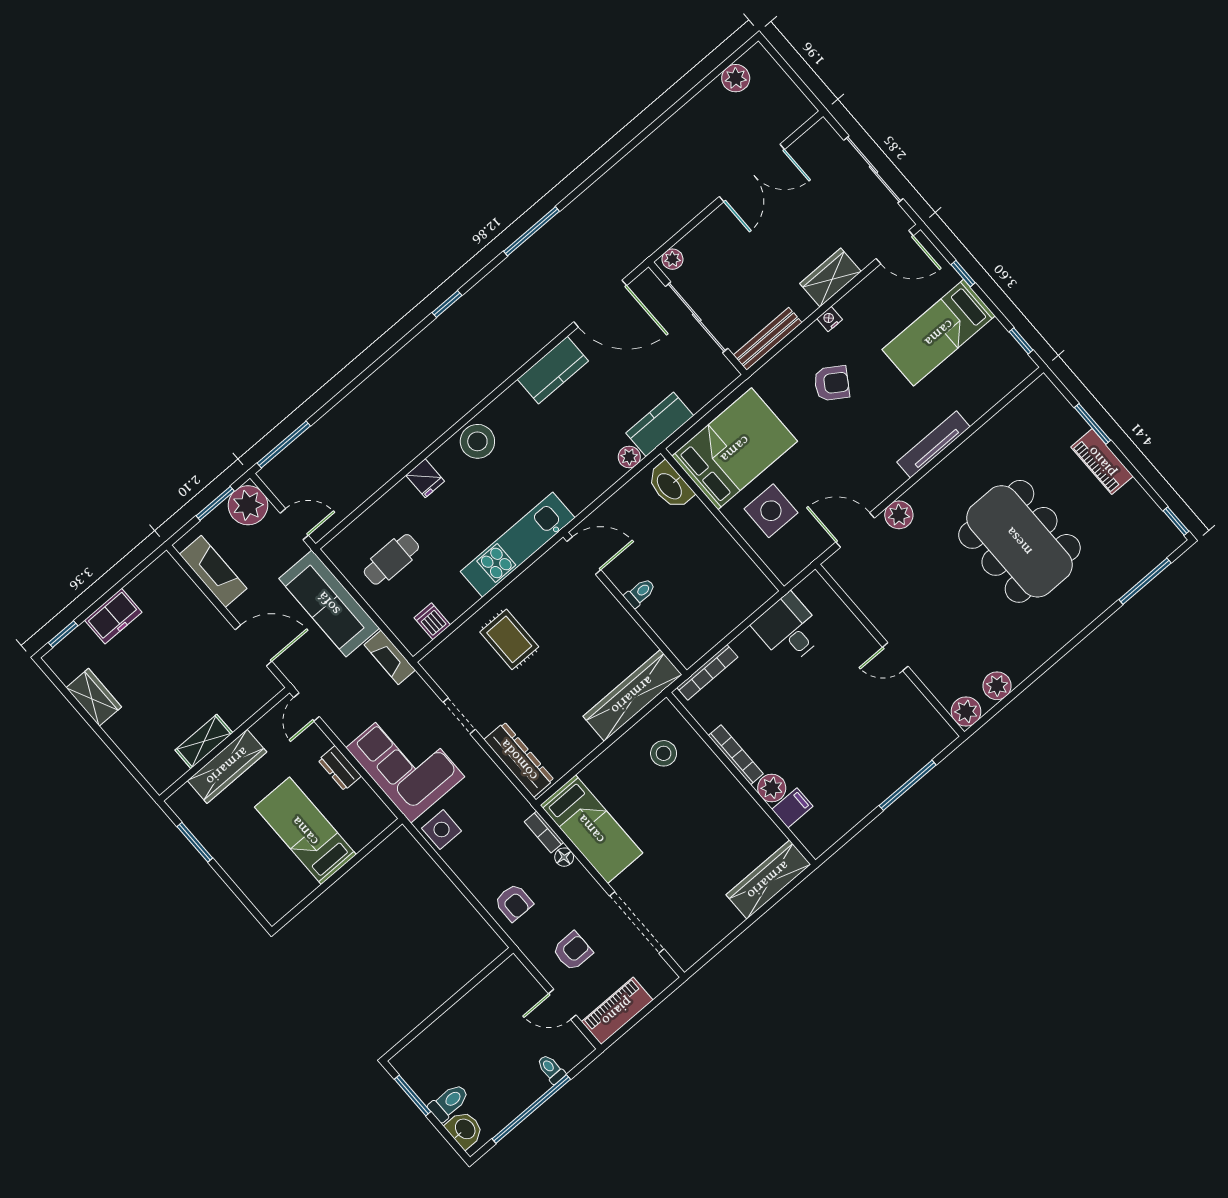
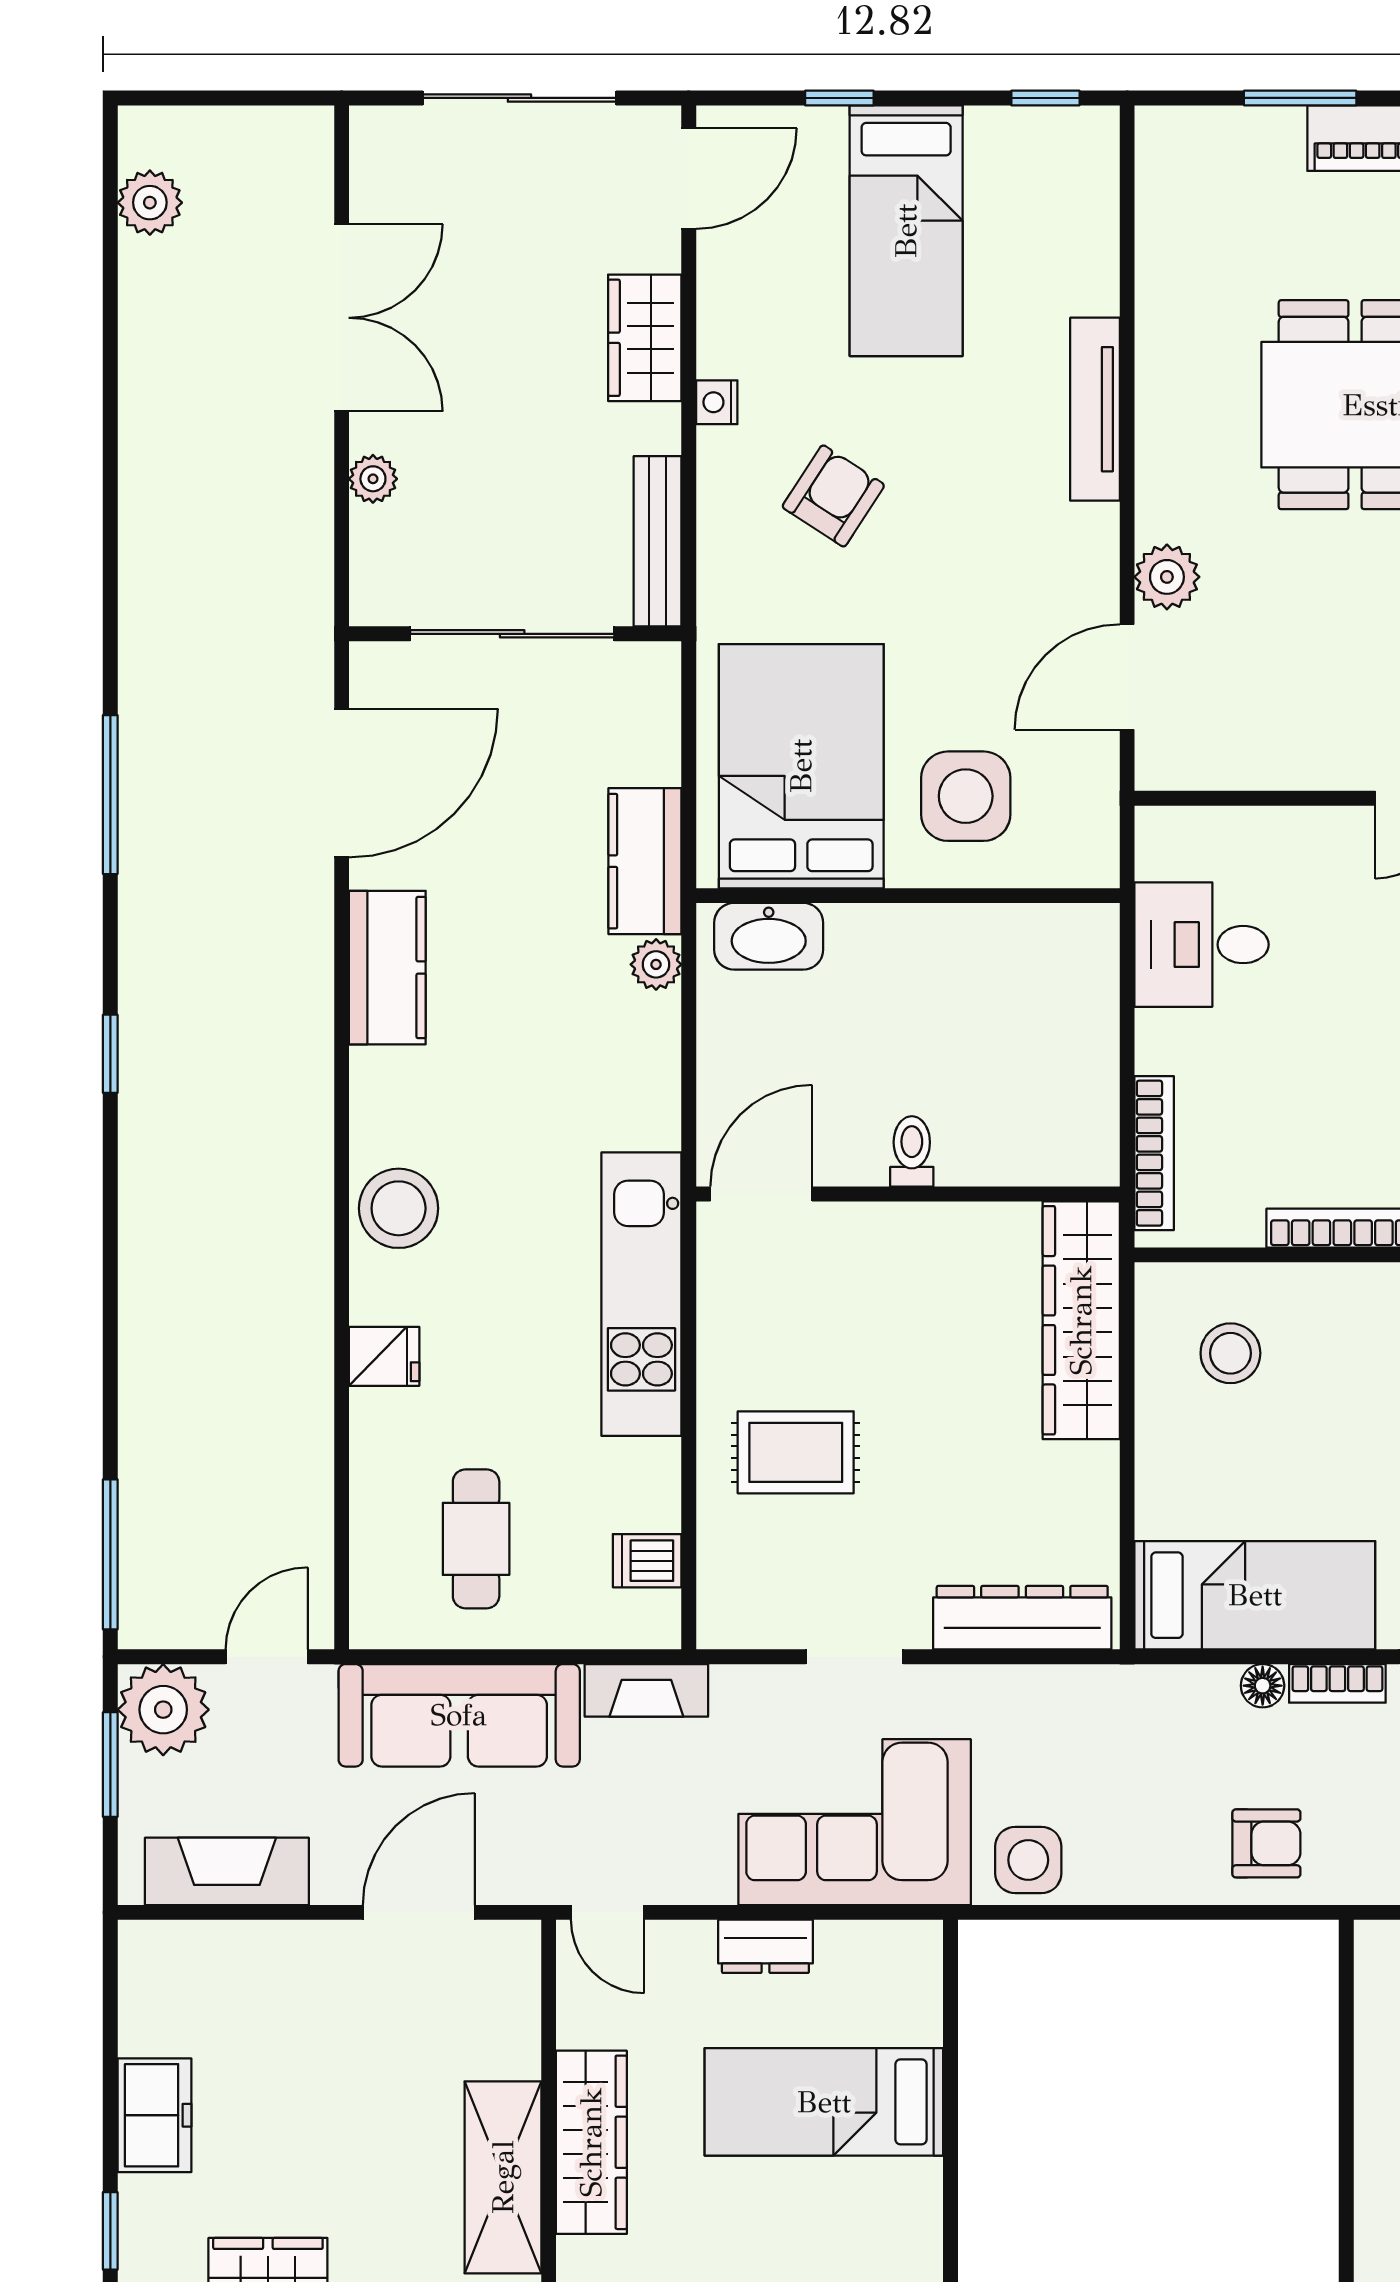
plant: (672, 259) -> (373, 479), moved
shelving: (204, 741) -> (503, 2177), width x1.50, depth x1.33
bookcase: (544, 832) -> (1337, 1683), moved

